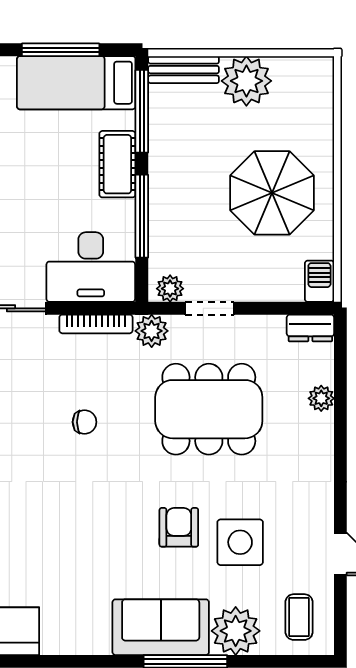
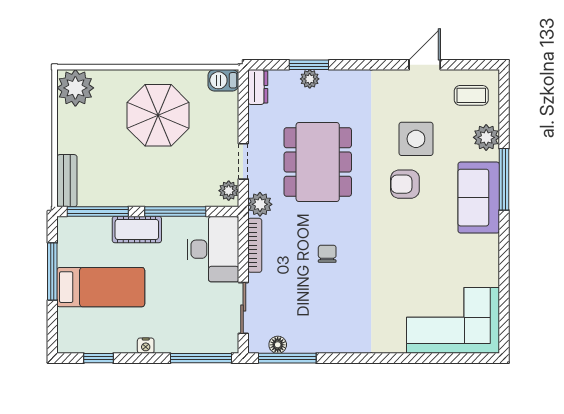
plant: (246, 81) -> (75, 88), moved
bed: (76, 83) -> (101, 287), moved, turned -90
window: (340, 397) -> (309, 65), added
plant: (236, 631) -> (486, 137), width x0.73, depth x0.73

